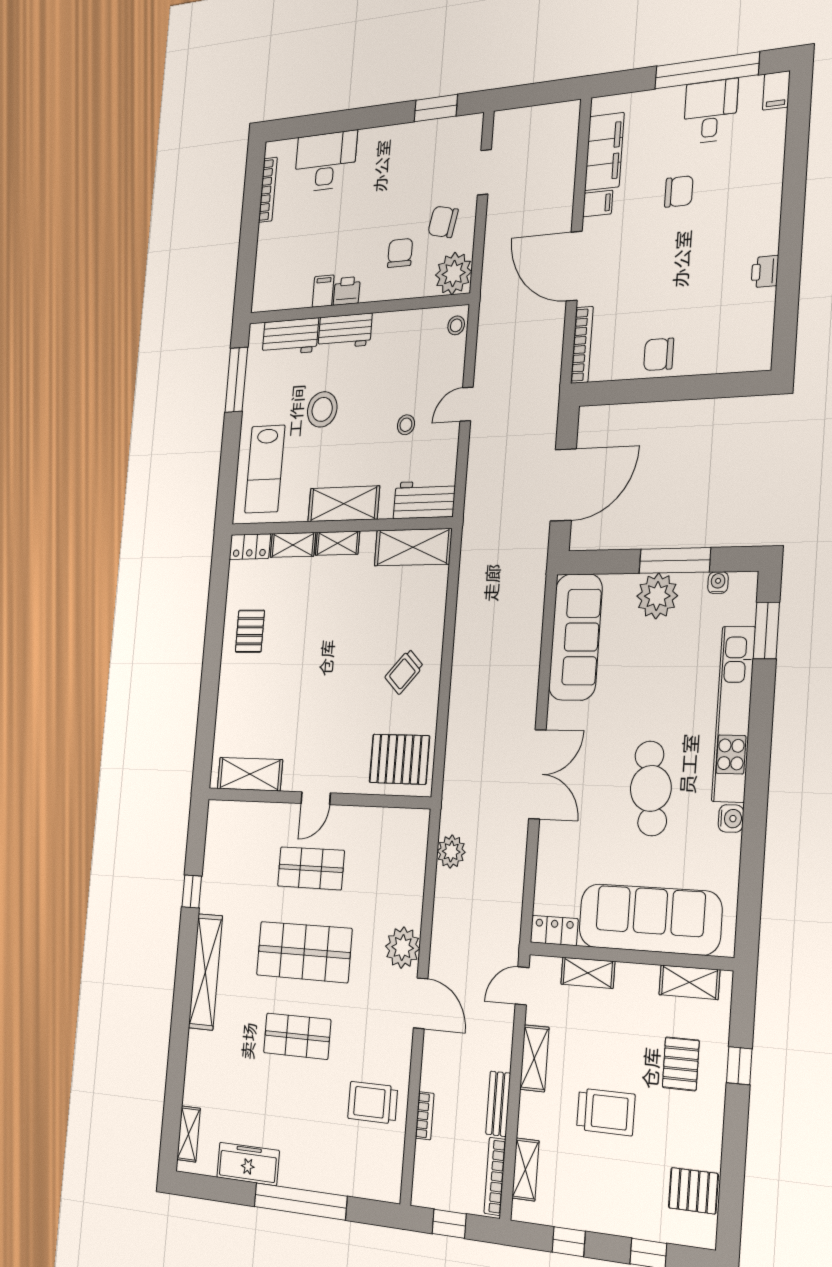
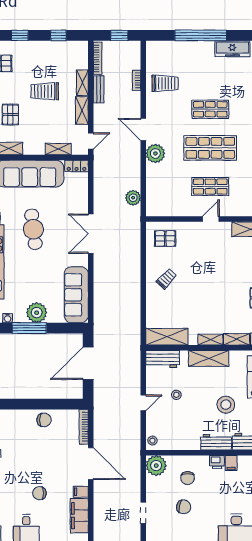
chair: (443, 222) -> (184, 507), moved
pallet: (399, 759) -> (165, 239), width x0.67, depth x0.71
shelving: (525, 1169) -> (82, 83), moved

